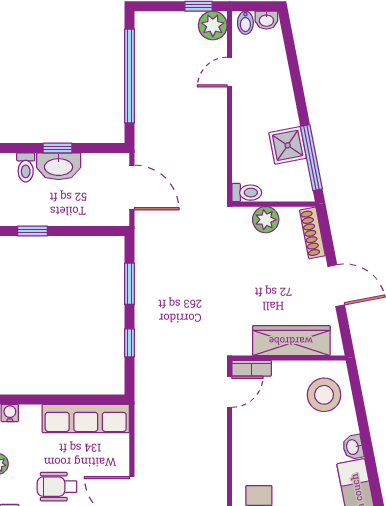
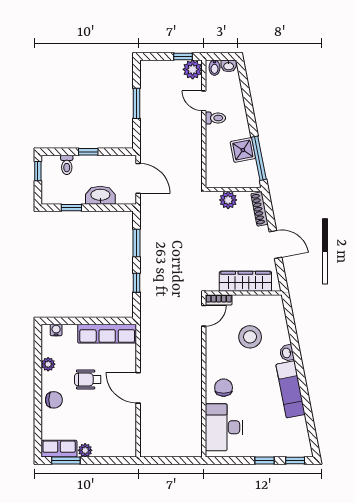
door: (230, 72) -> (204, 101), hinge flipped
window: (129, 76) -> (136, 103), width x0.47
washbasin: (59, 166) -> (100, 195), moved, turned 180
toilet: (247, 193) -> (215, 118), moved
stool: (324, 395) -> (250, 337), moved

